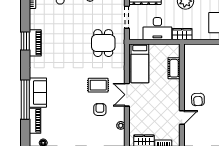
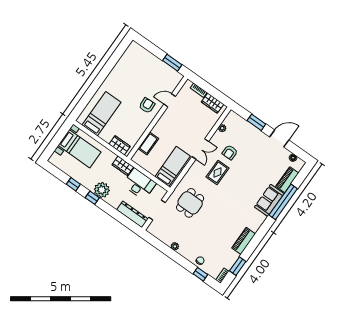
window: (25, 41) -> (238, 266), moved
wardrobe: (197, 50) -> (120, 145), added
rug: (98, 85) -> (218, 172), turned 90

